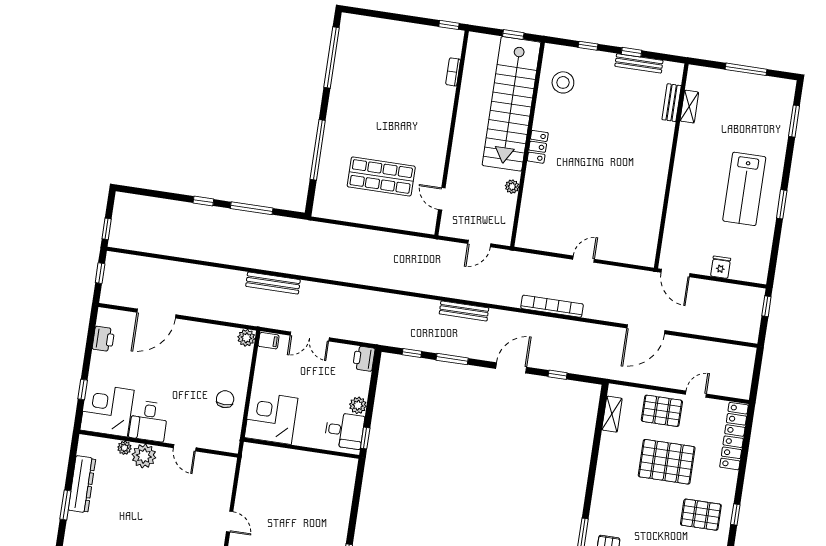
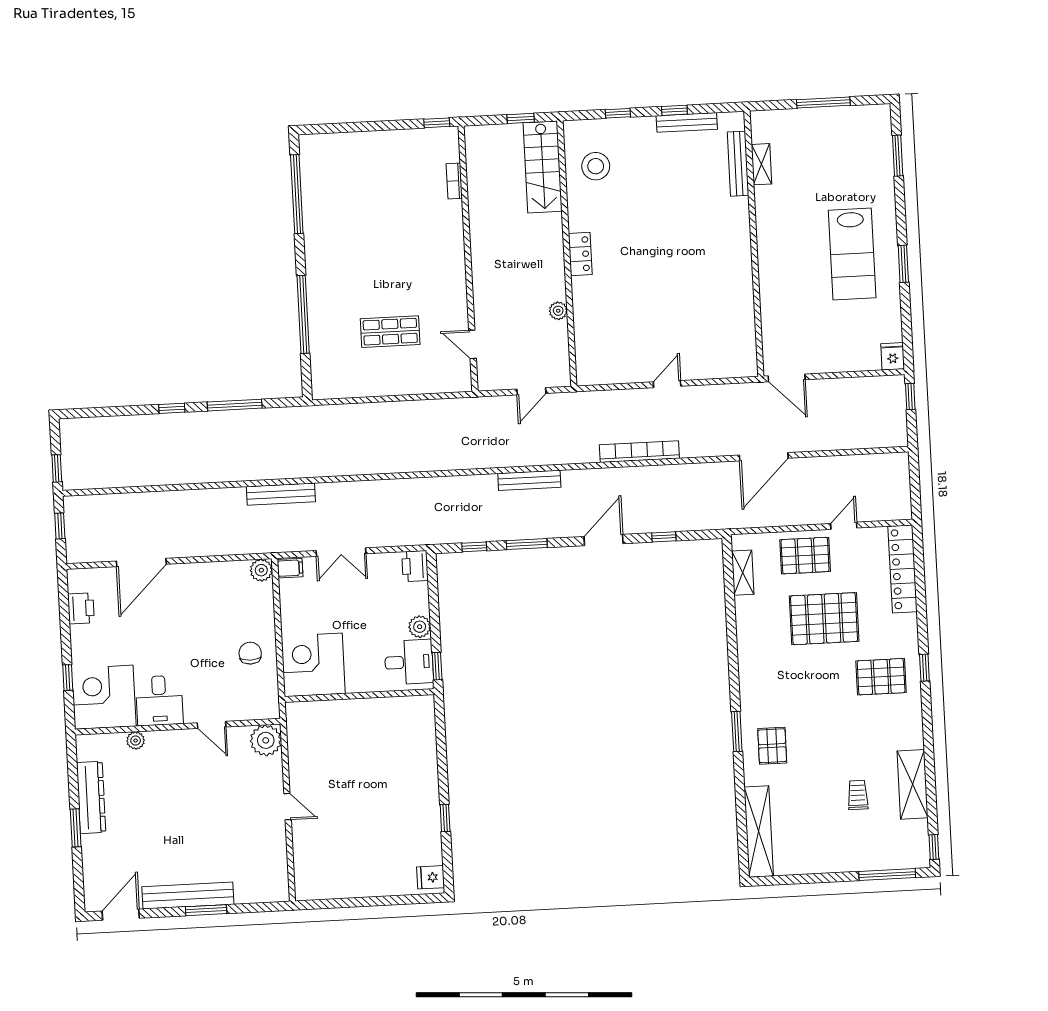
bench: (672, 103) -> (738, 164), width x1.36
stairs: (511, 104) -> (543, 167), width x0.54, depth x0.66
shop shelf: (381, 176) -> (390, 332), width x0.70, depth x0.74
fridge: (721, 267) -> (893, 356), moved
plant: (144, 456) -> (266, 740), moved

